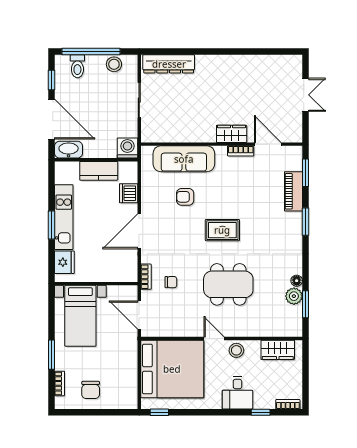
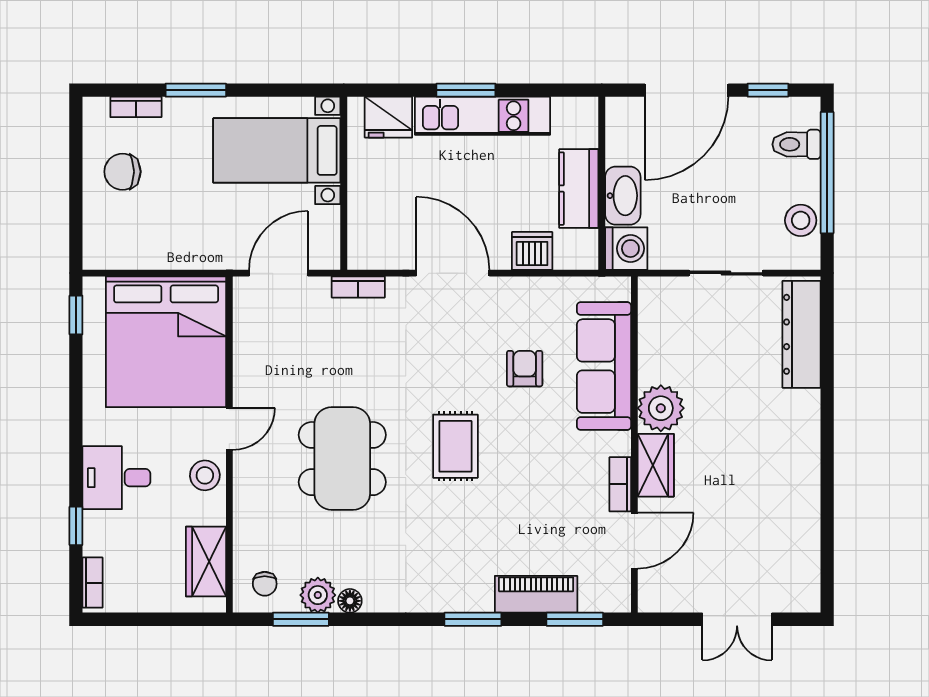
plant: (204, 131) -> (661, 408), added
washbasin: (69, 150) -> (623, 196), moved
chair: (171, 282) -> (265, 584), moved

